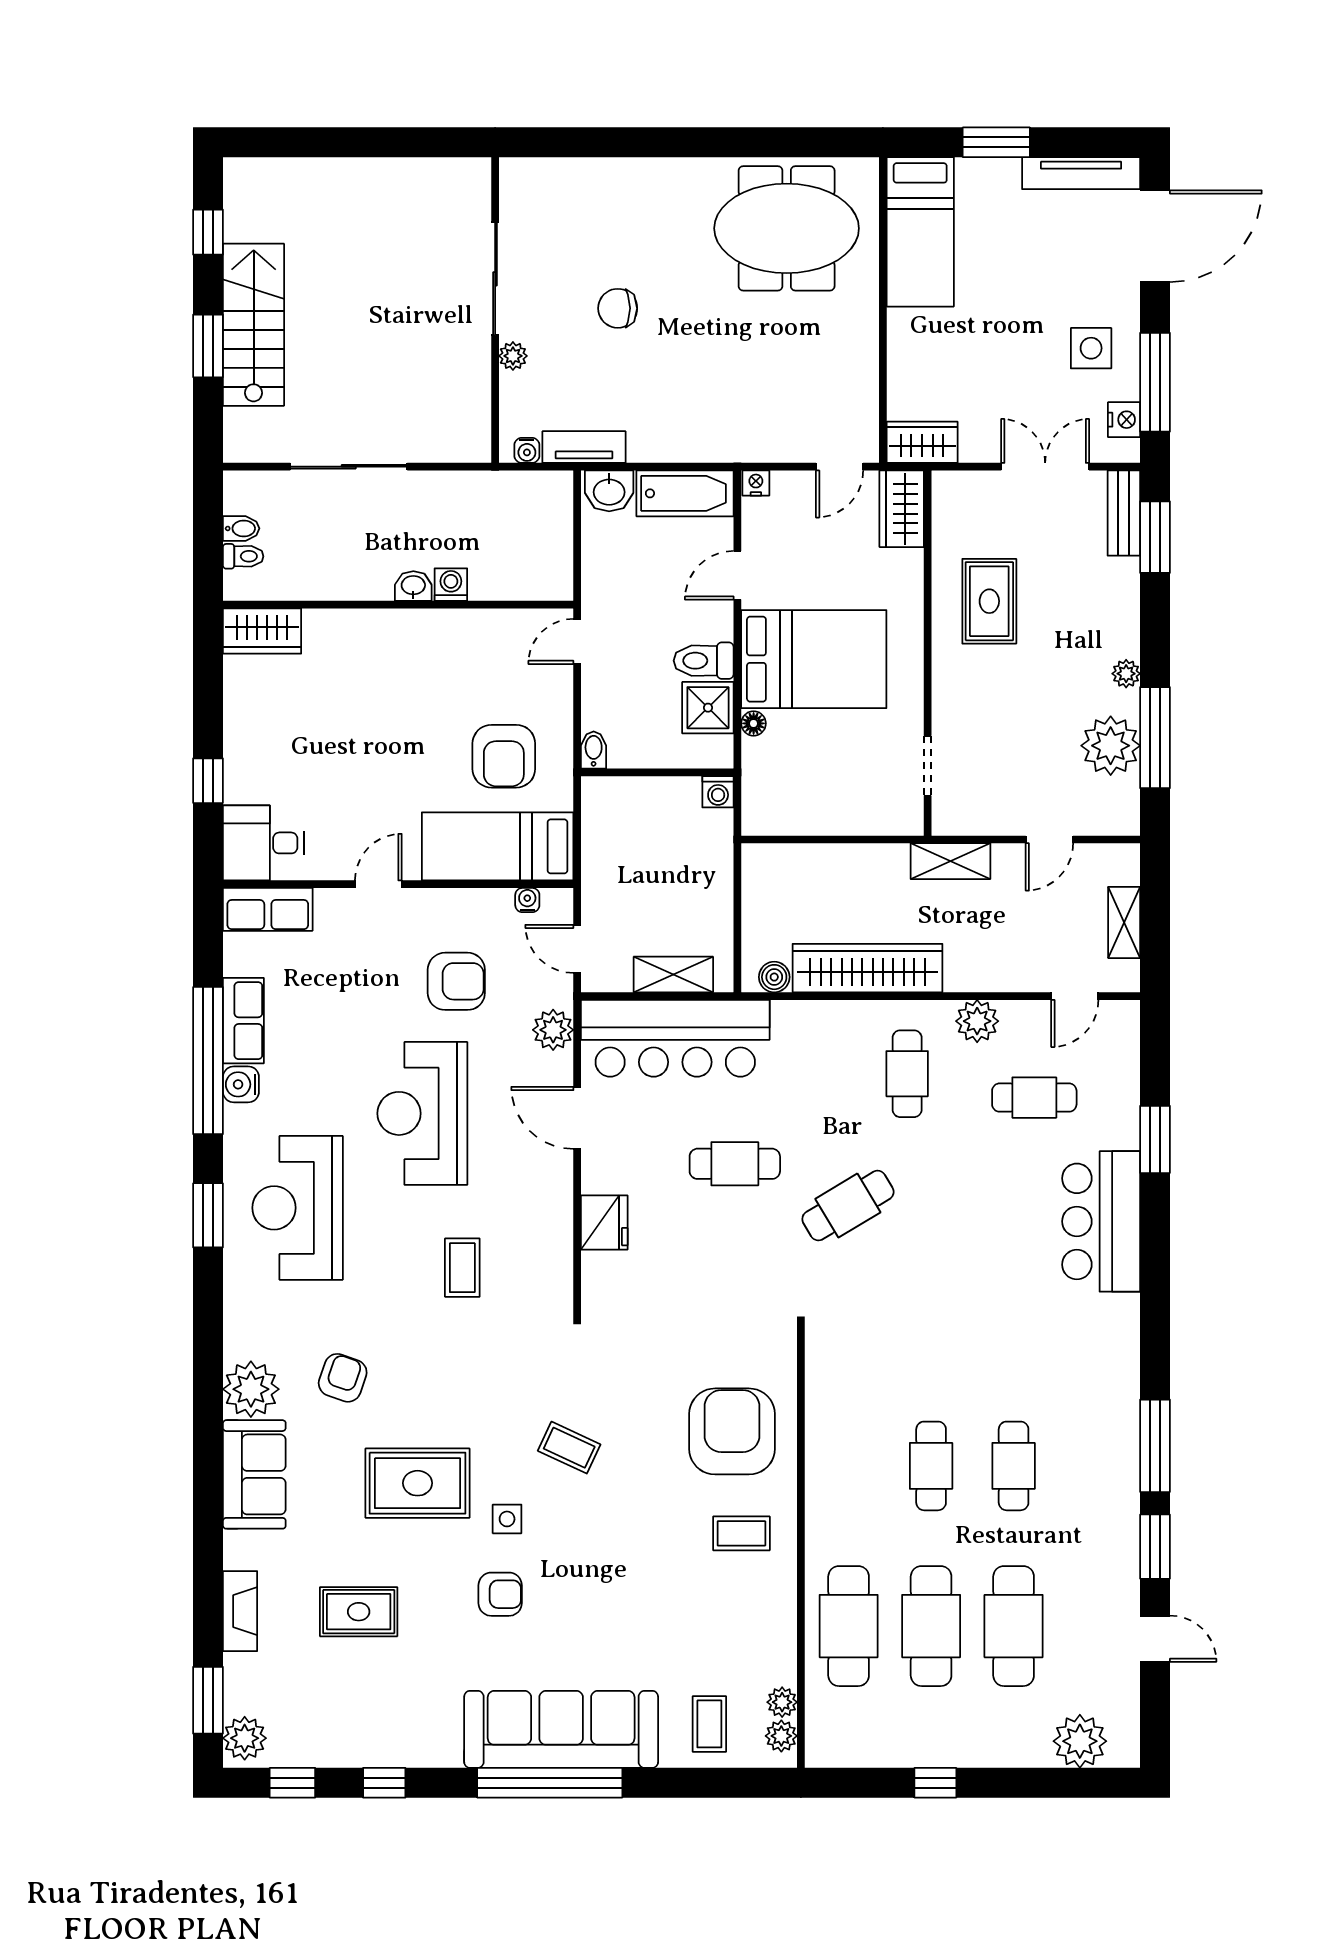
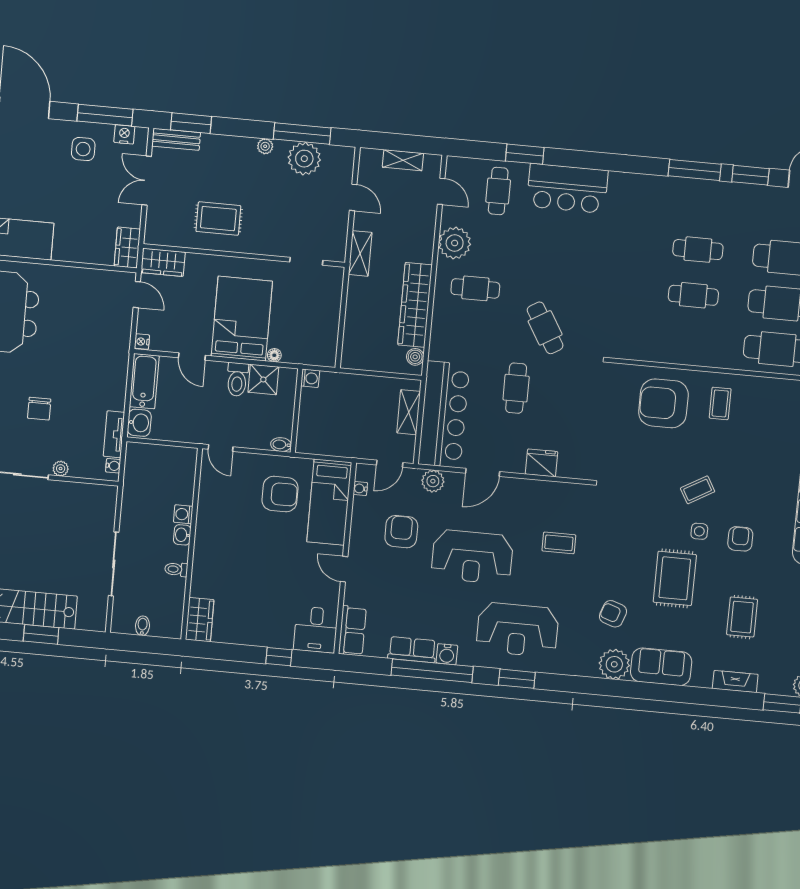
toilet: (243, 556) -> (176, 569), moved, turned -90
plant: (977, 1021) -> (455, 243), width x1.36, depth x1.36
cafe table: (1034, 1098) -> (498, 191), moved
coffee table: (569, 1448) -> (698, 490), moved, turned 35

